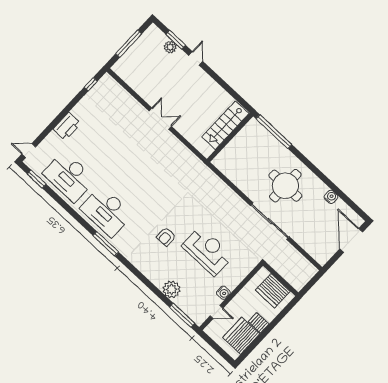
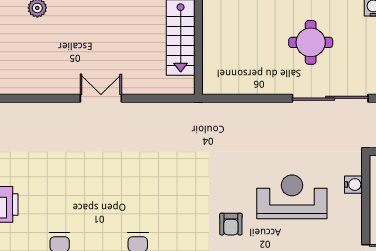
round table: (285, 186) -> (311, 42), width x0.73, depth x0.73
water cooler: (223, 293) -> (353, 185), moved

